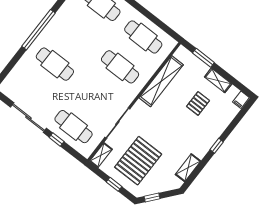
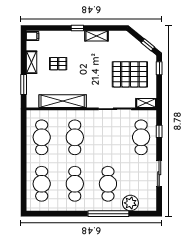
window: (39, 30) -> (108, 214), moved
cafe table: (78, 34) -> (75, 184), added
plant: (22, 71) -> (130, 203), added
sliding door: (28, 118) -> (159, 173), width x0.73
window: (57, 139) -> (159, 131), moved
shelving: (188, 168) -> (97, 36), moved
window: (114, 184) -> (159, 68), moved

